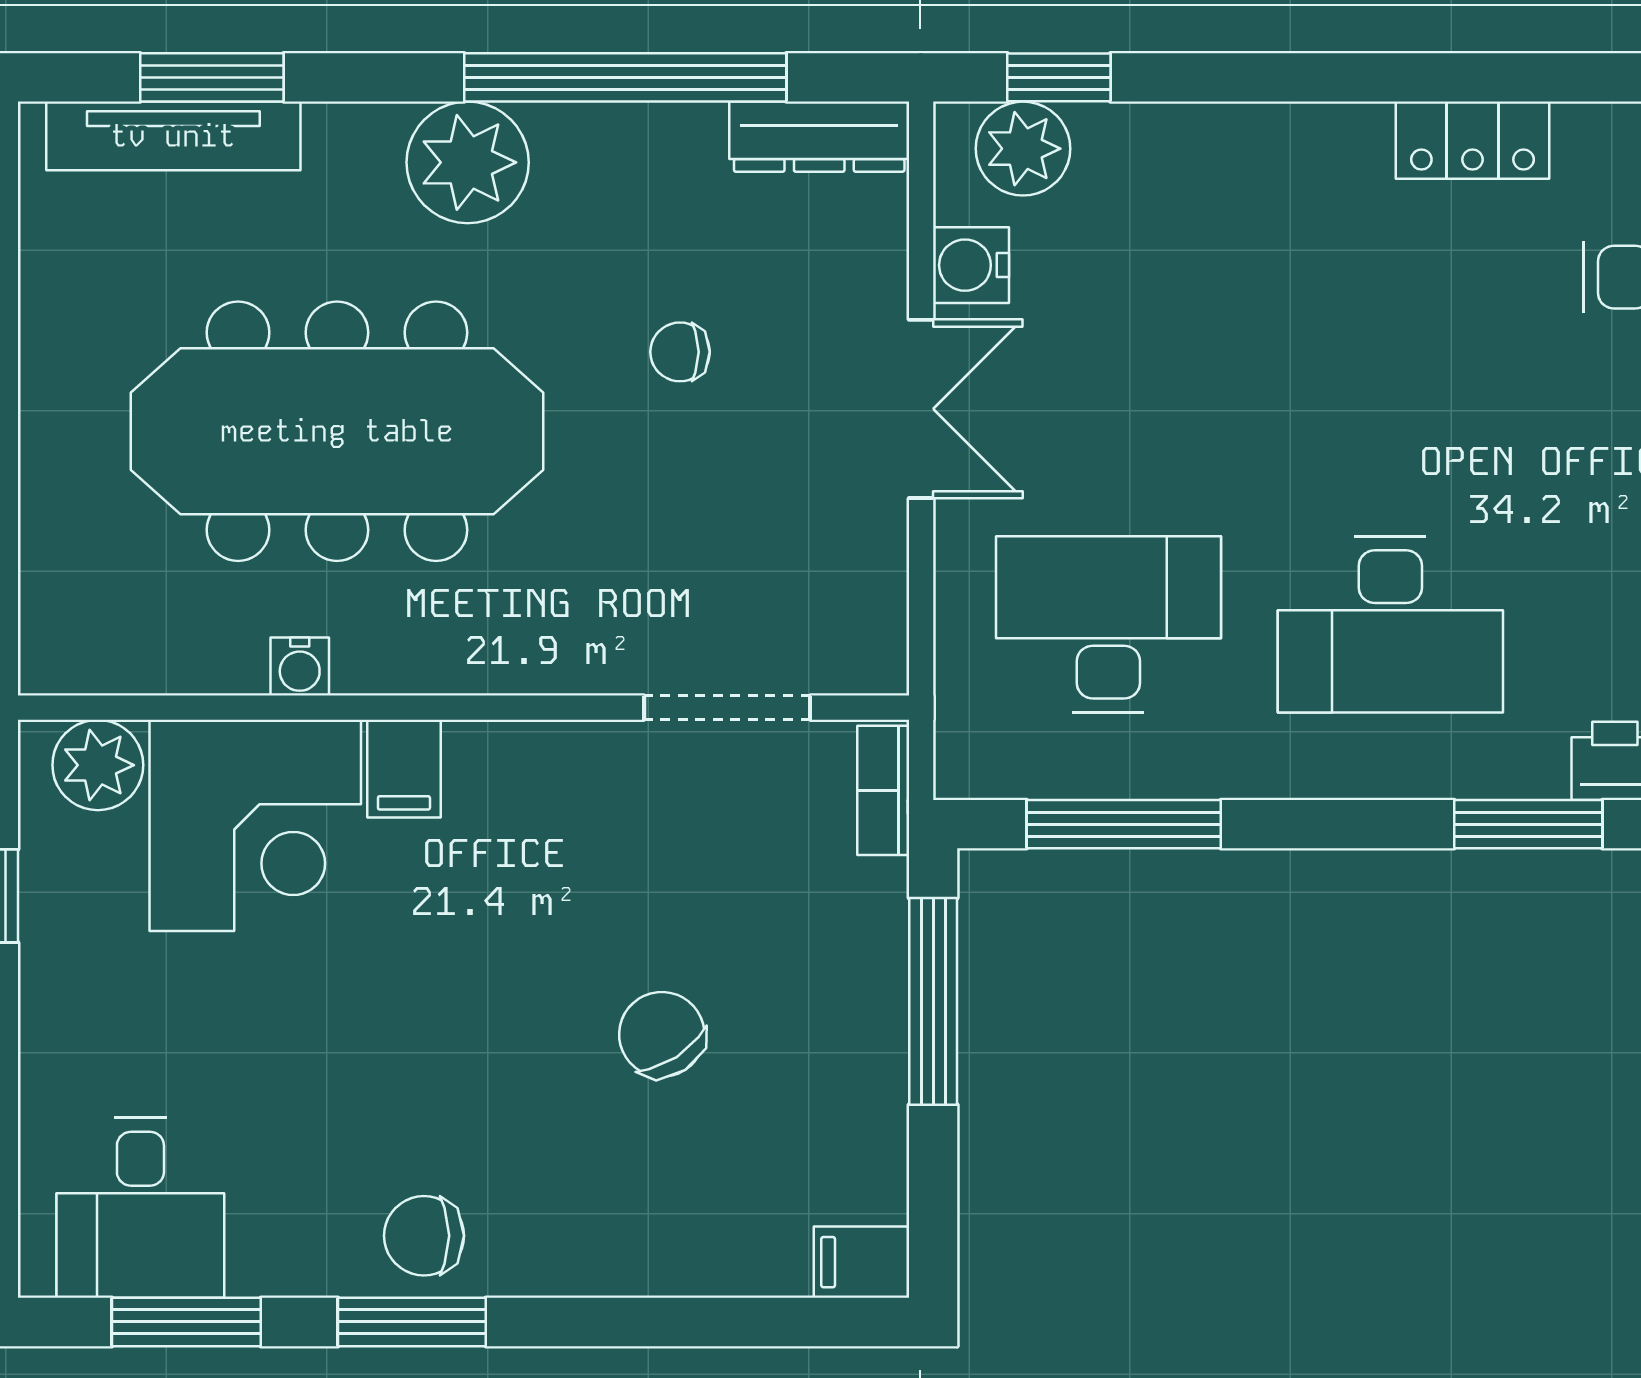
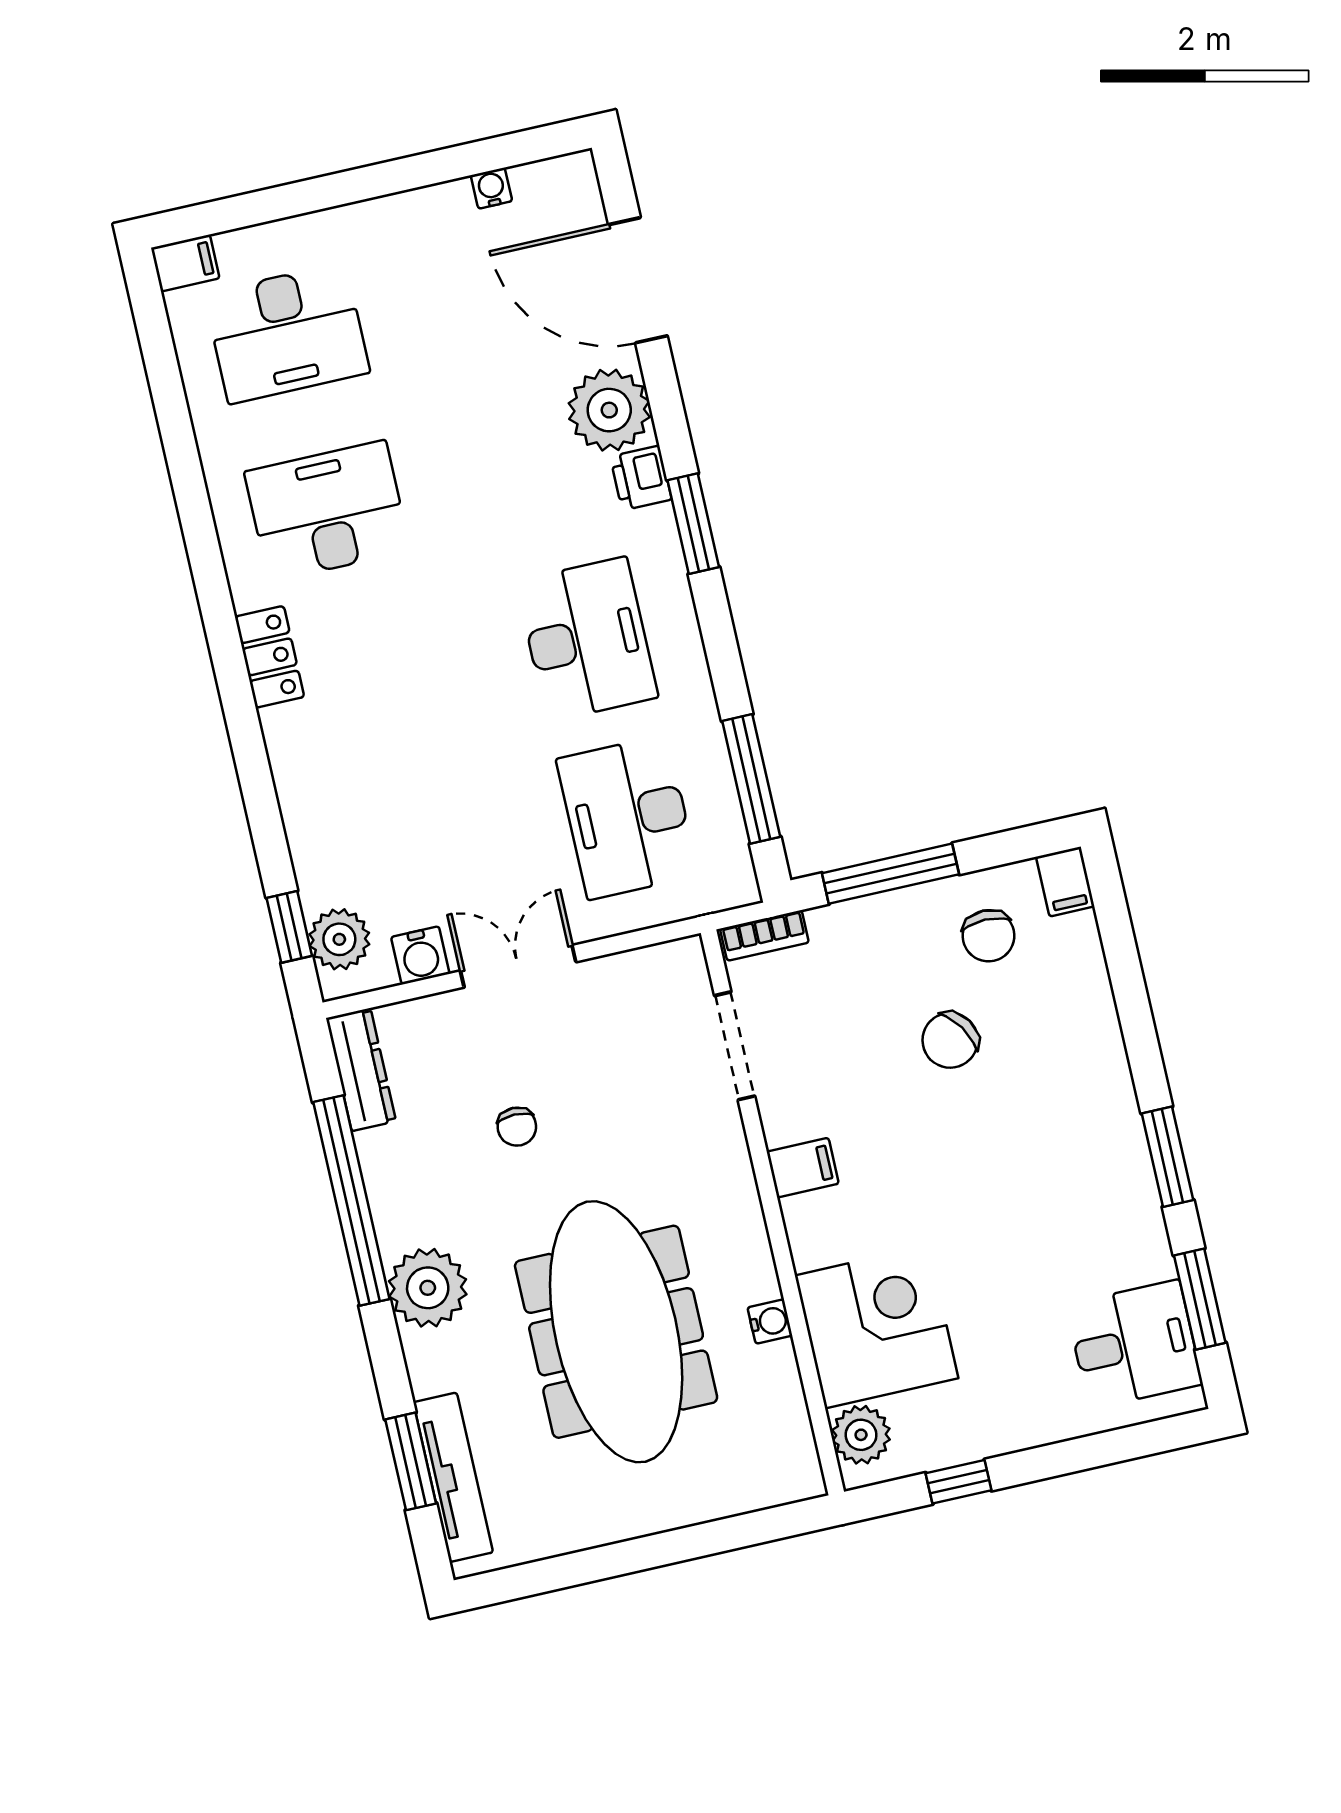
filing cabinet: (404, 769) -> (803, 1168), moved
chair: (424, 1236) -> (988, 936), moved

